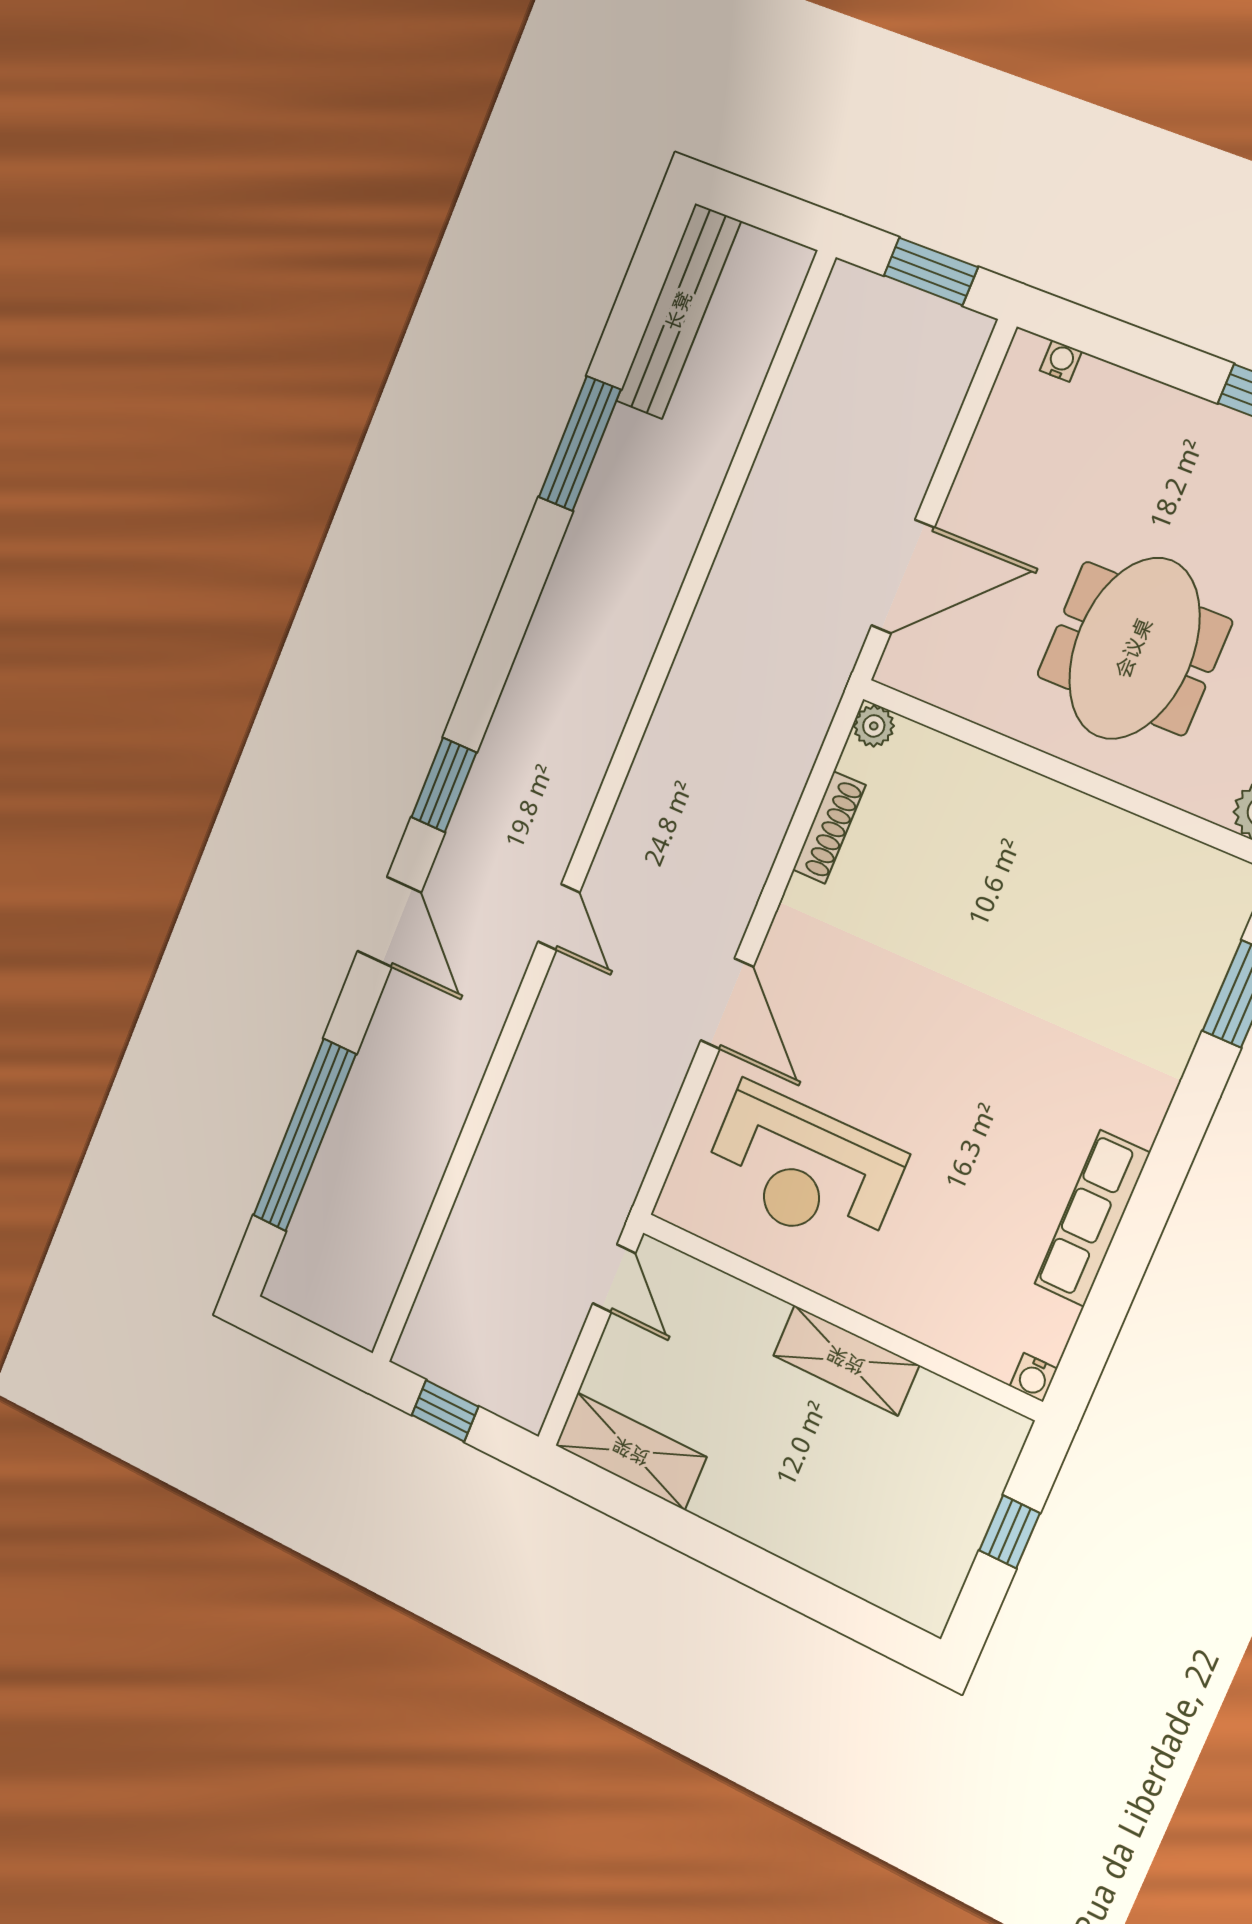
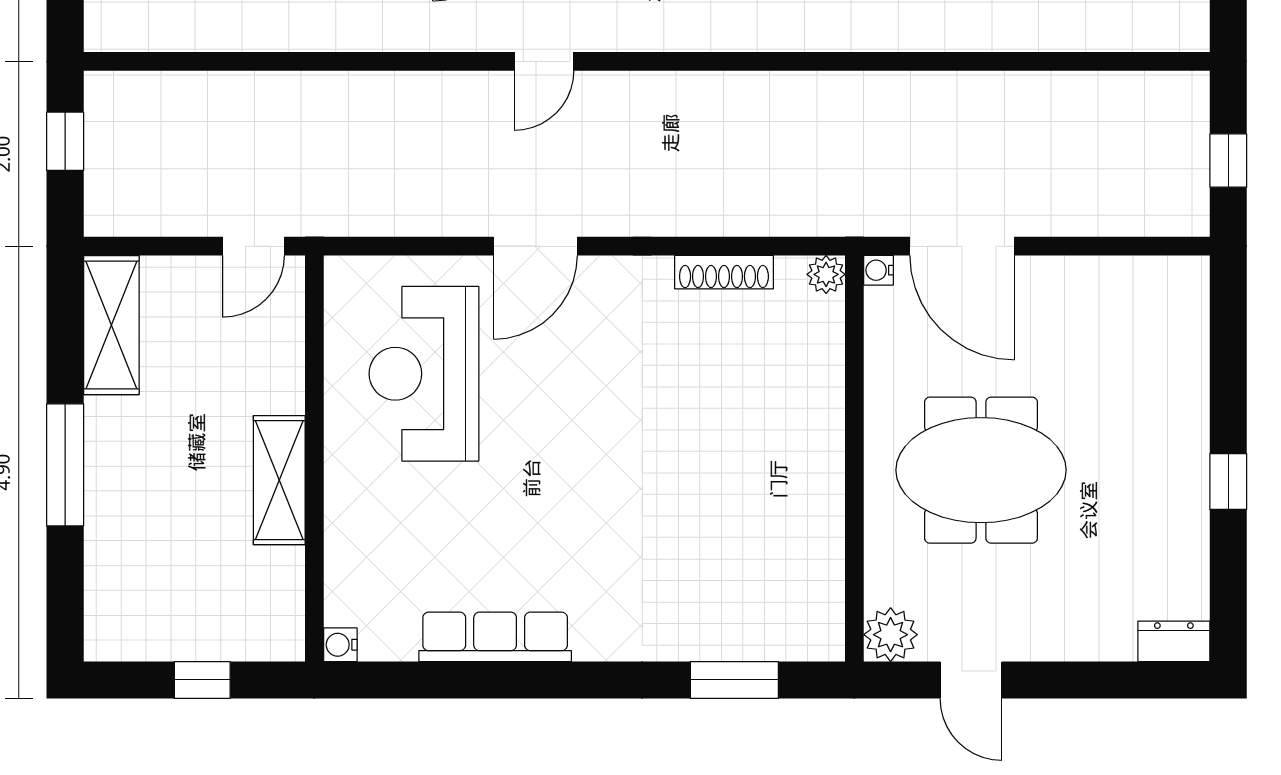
window: (931, 271) -> (1228, 161), width x0.67
water cooler: (1061, 361) -> (878, 270), moved, turned 180
window: (743, 1562) -> (65, 465), added

